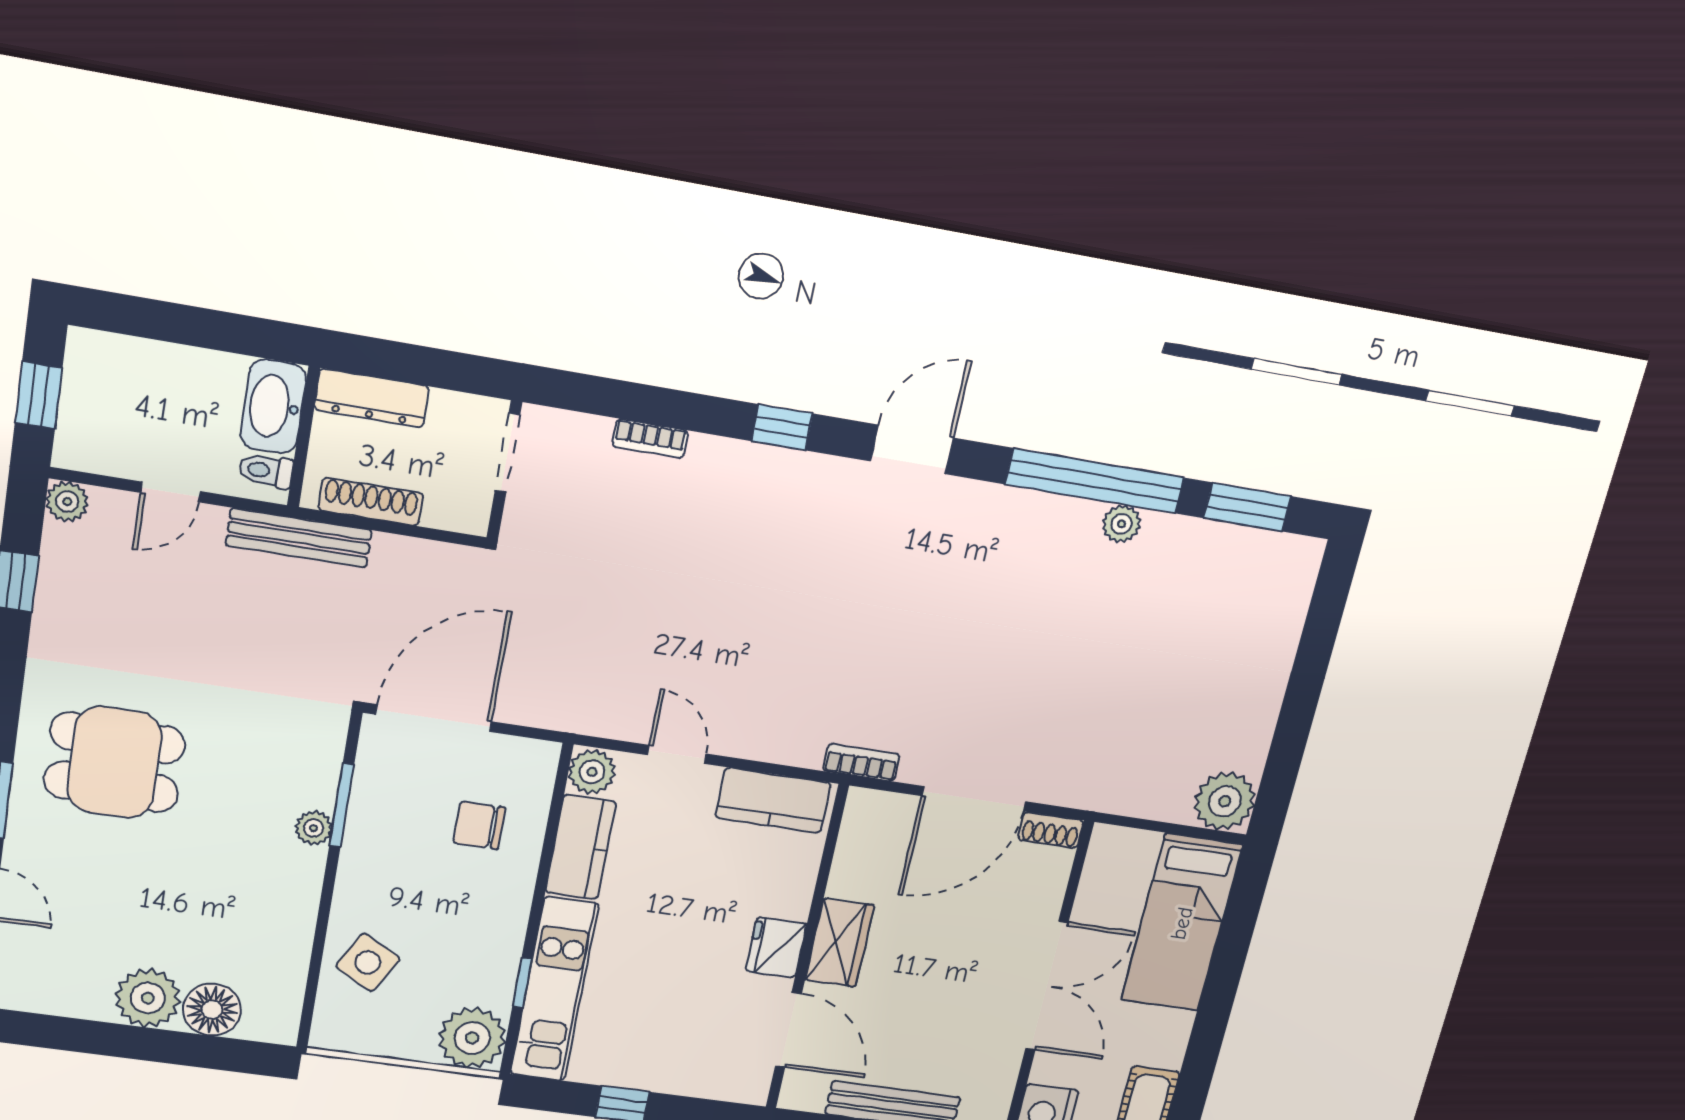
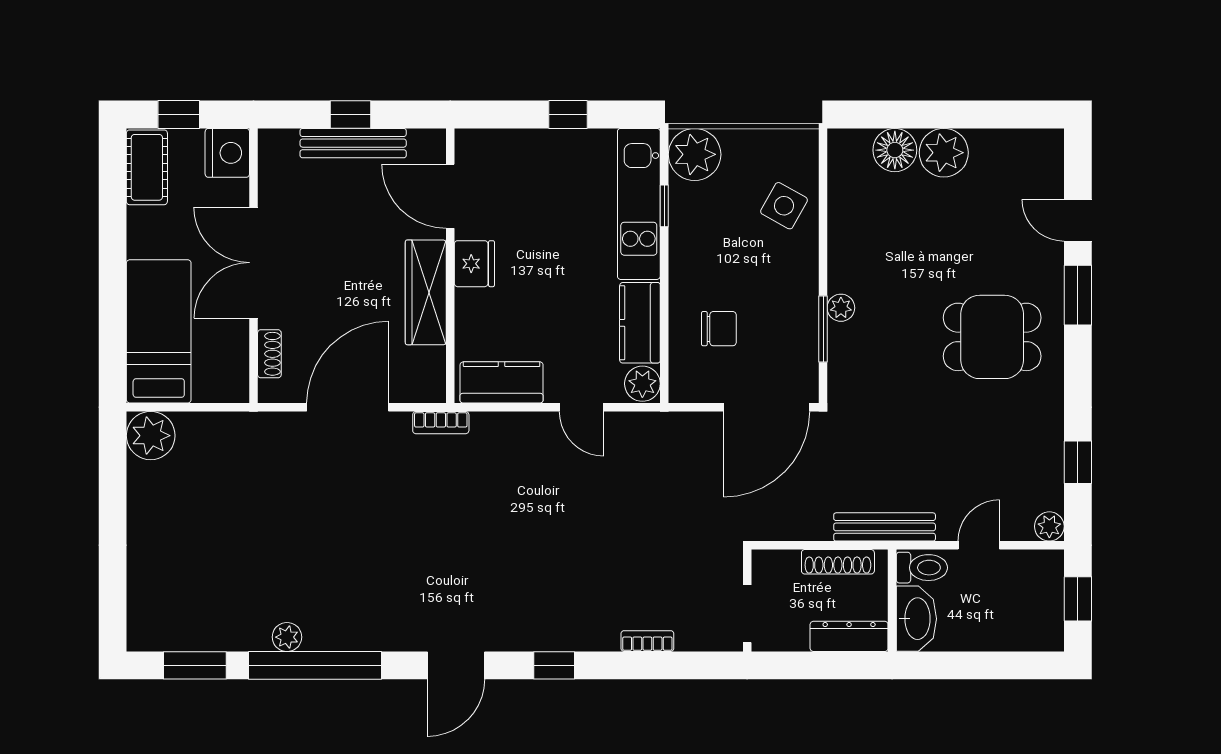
toilet: (266, 471) -> (922, 568), width x1.37, depth x1.39
shoe rack: (1051, 830) -> (269, 354), moved, turned 90
wardrobe: (840, 943) -> (426, 292), width x1.50

